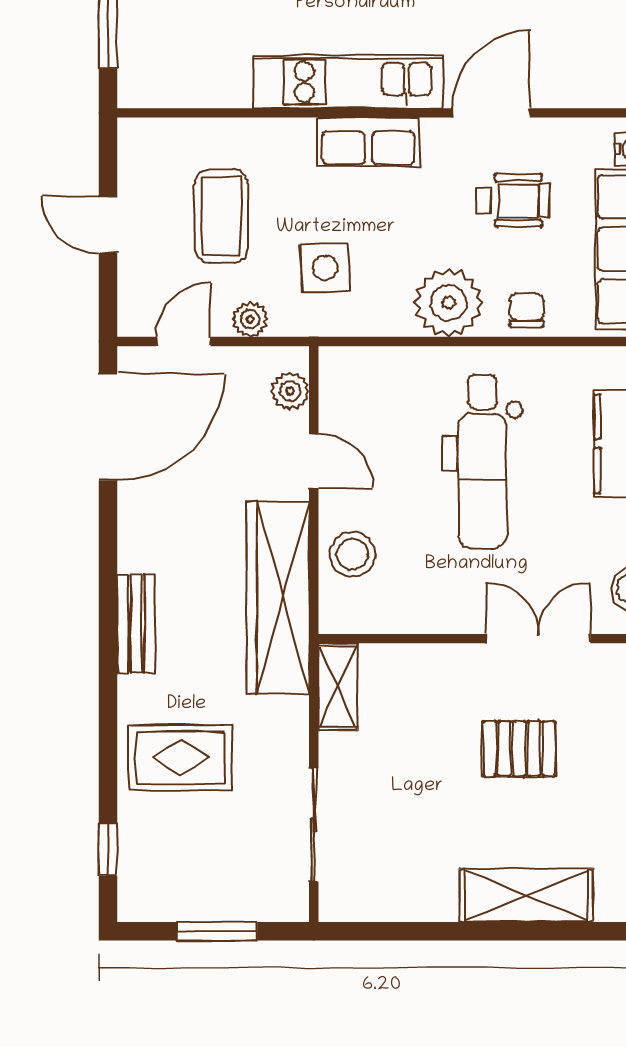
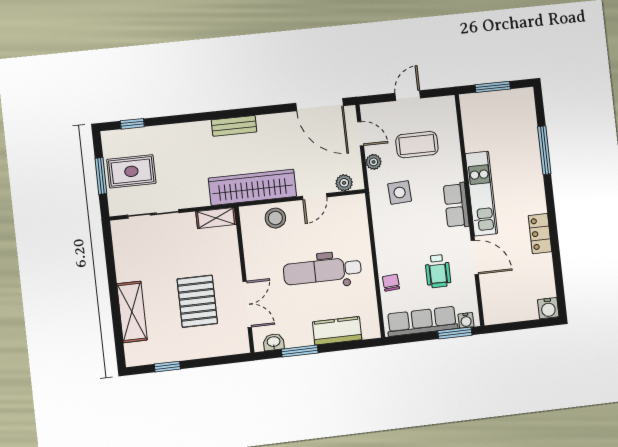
plant: (449, 303) -> (390, 248), removed
chair: (527, 310) -> (391, 283), turned -94
pallet: (519, 749) -> (197, 301), width x1.50, depth x1.42
rug: (181, 758) -> (131, 171), moved, turned 90

